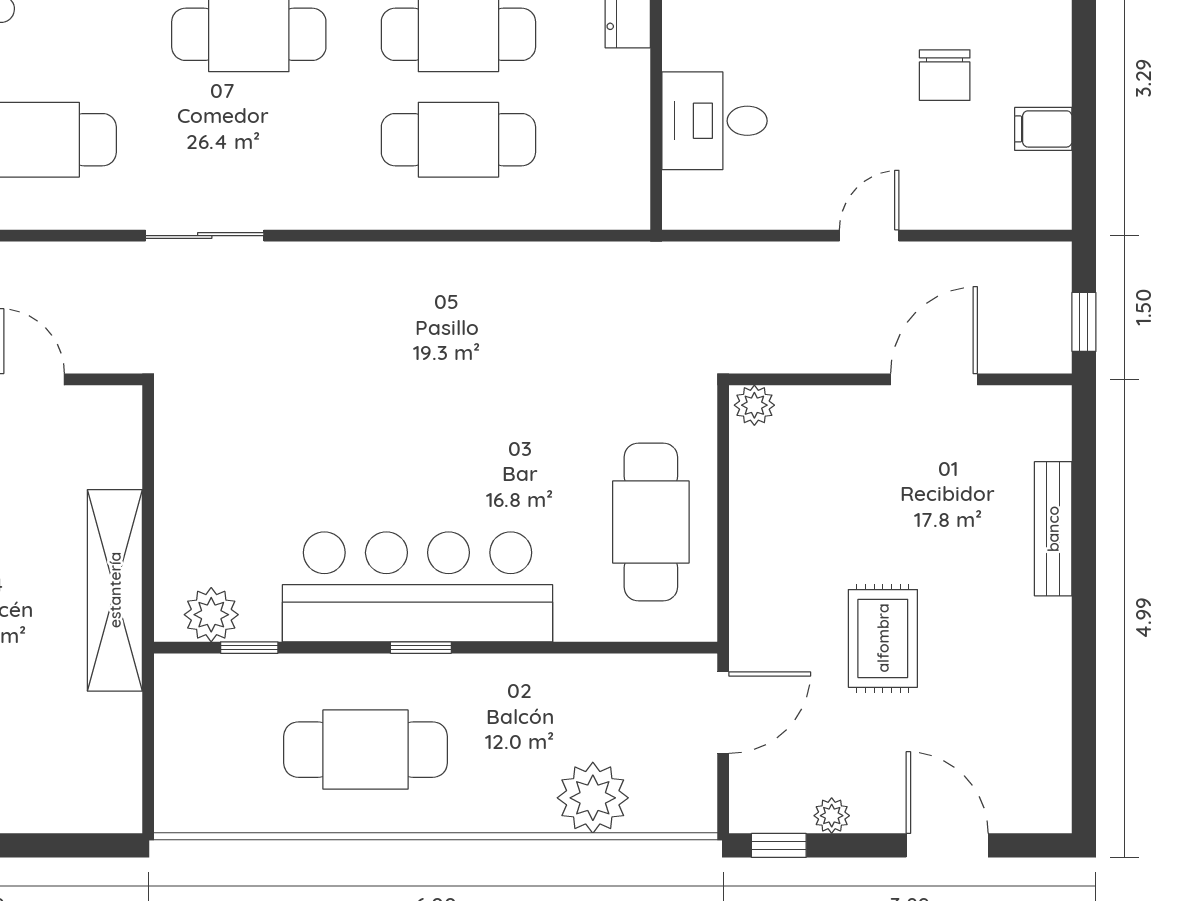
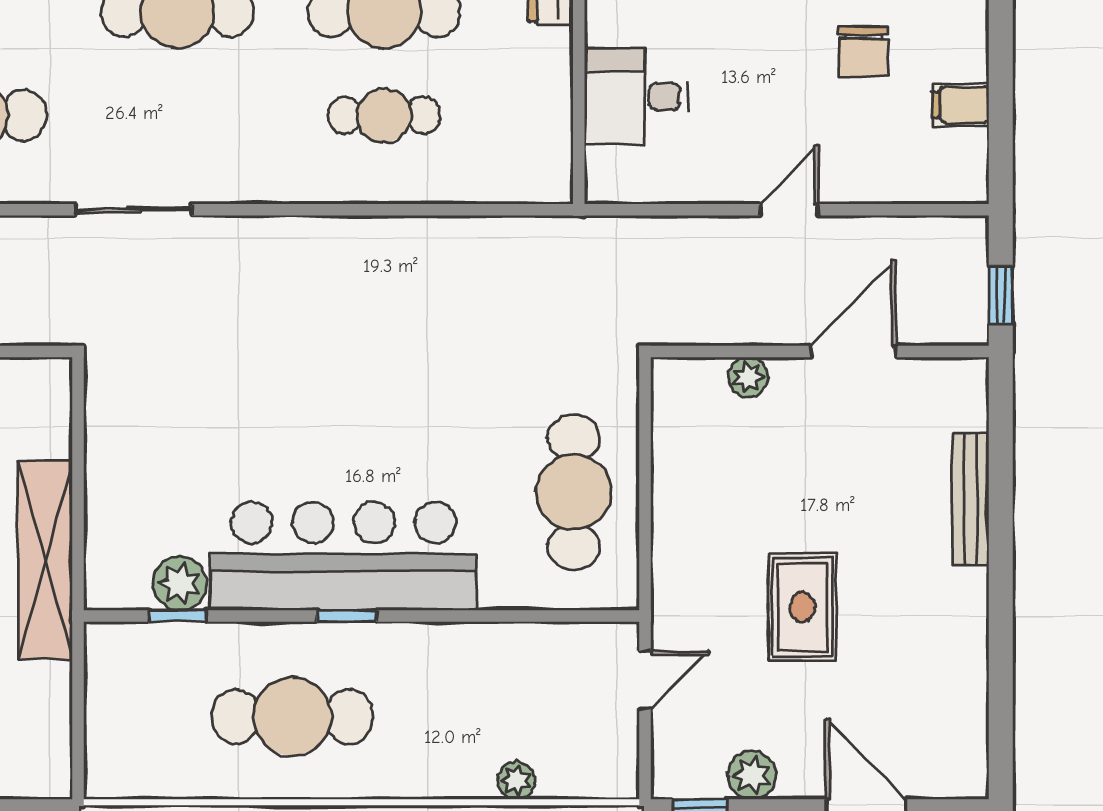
cafe table: (458, 140) -> (384, 115), width x0.73, depth x0.74
plant: (754, 405) -> (748, 377), moved
plant: (211, 615) -> (180, 584), moved
door: (723, 713) -> (645, 680), width x0.73
plant: (593, 798) -> (516, 781), width x0.53, depth x0.53
plant: (832, 816) -> (752, 775), width x1.38, depth x1.38

